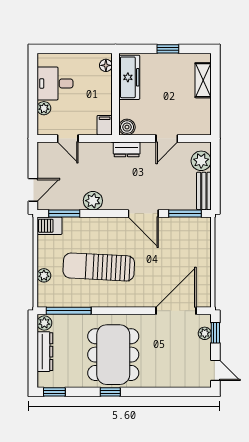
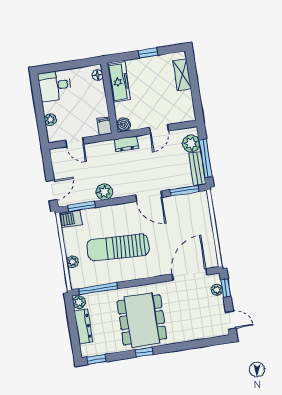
desk: (55, 83) -> (55, 85), moved
window: (215, 180) -> (206, 158), added

